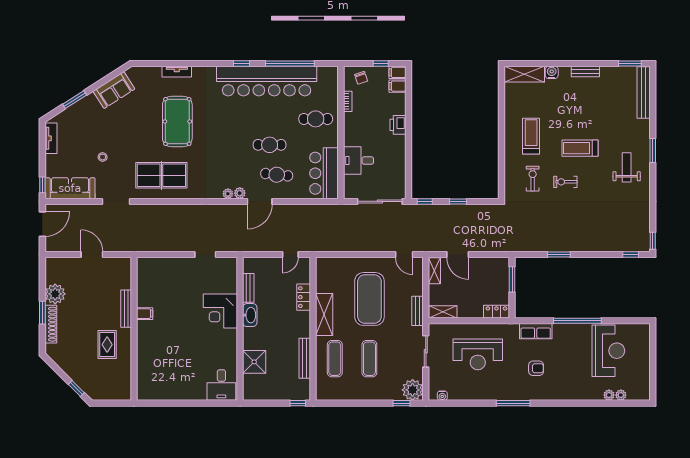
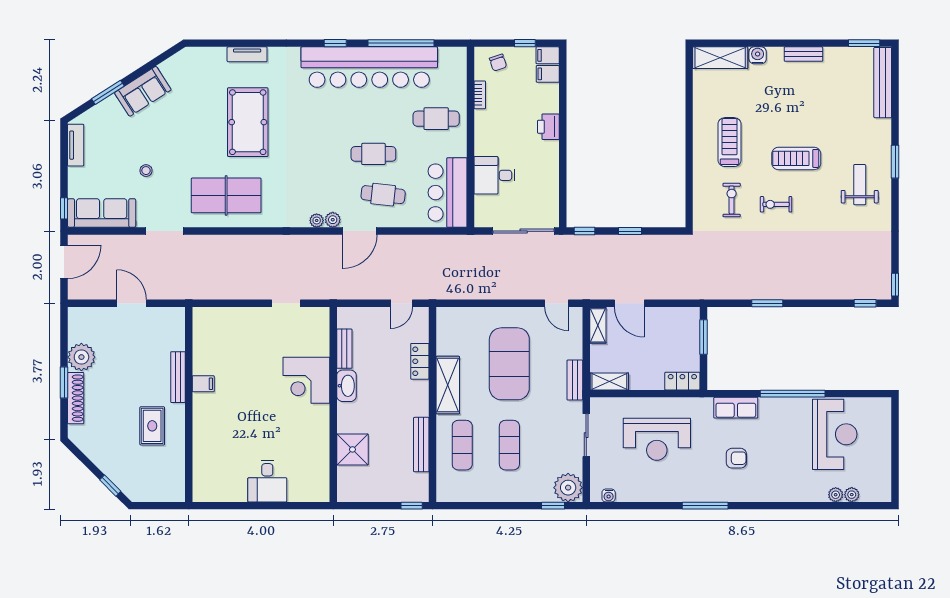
sofa: (114, 90) -> (143, 91), moved
desk: (221, 385) -> (267, 481), moved

